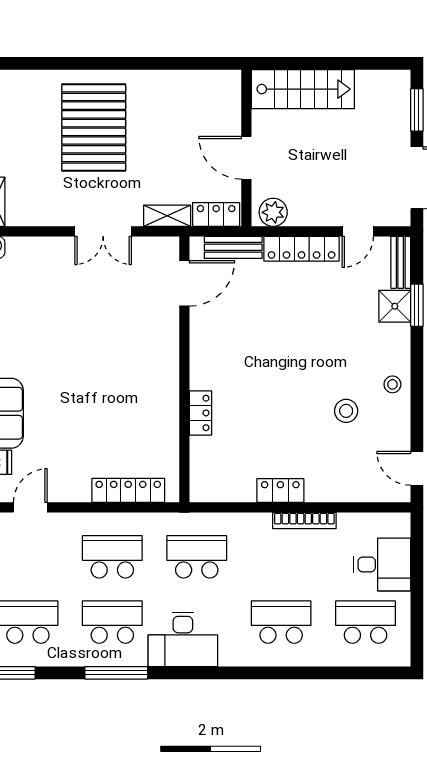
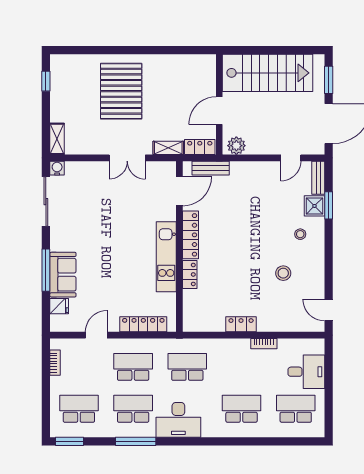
stairs: (303, 89) -> (268, 73), width x1.36, depth x1.51
door: (246, 158) -> (219, 111), hinge flipped
locker: (302, 249) -> (191, 235), moved, turned -90
stool: (392, 384) -> (300, 234), moved
kitchen unit: (164, 385) -> (166, 257), added
door: (30, 507) -> (96, 335), moved
bookcase: (304, 521) -> (264, 344), width x0.64

